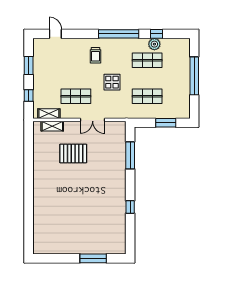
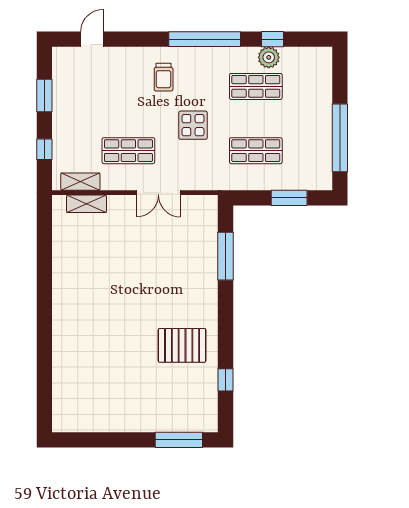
door: (55, 34) -> (92, 39), hinge flipped
window: (194, 76) -> (340, 138), moved
pallet: (73, 153) -> (182, 345), moved
window: (130, 207) -> (226, 380), moved
window: (93, 258) -> (179, 440), moved

